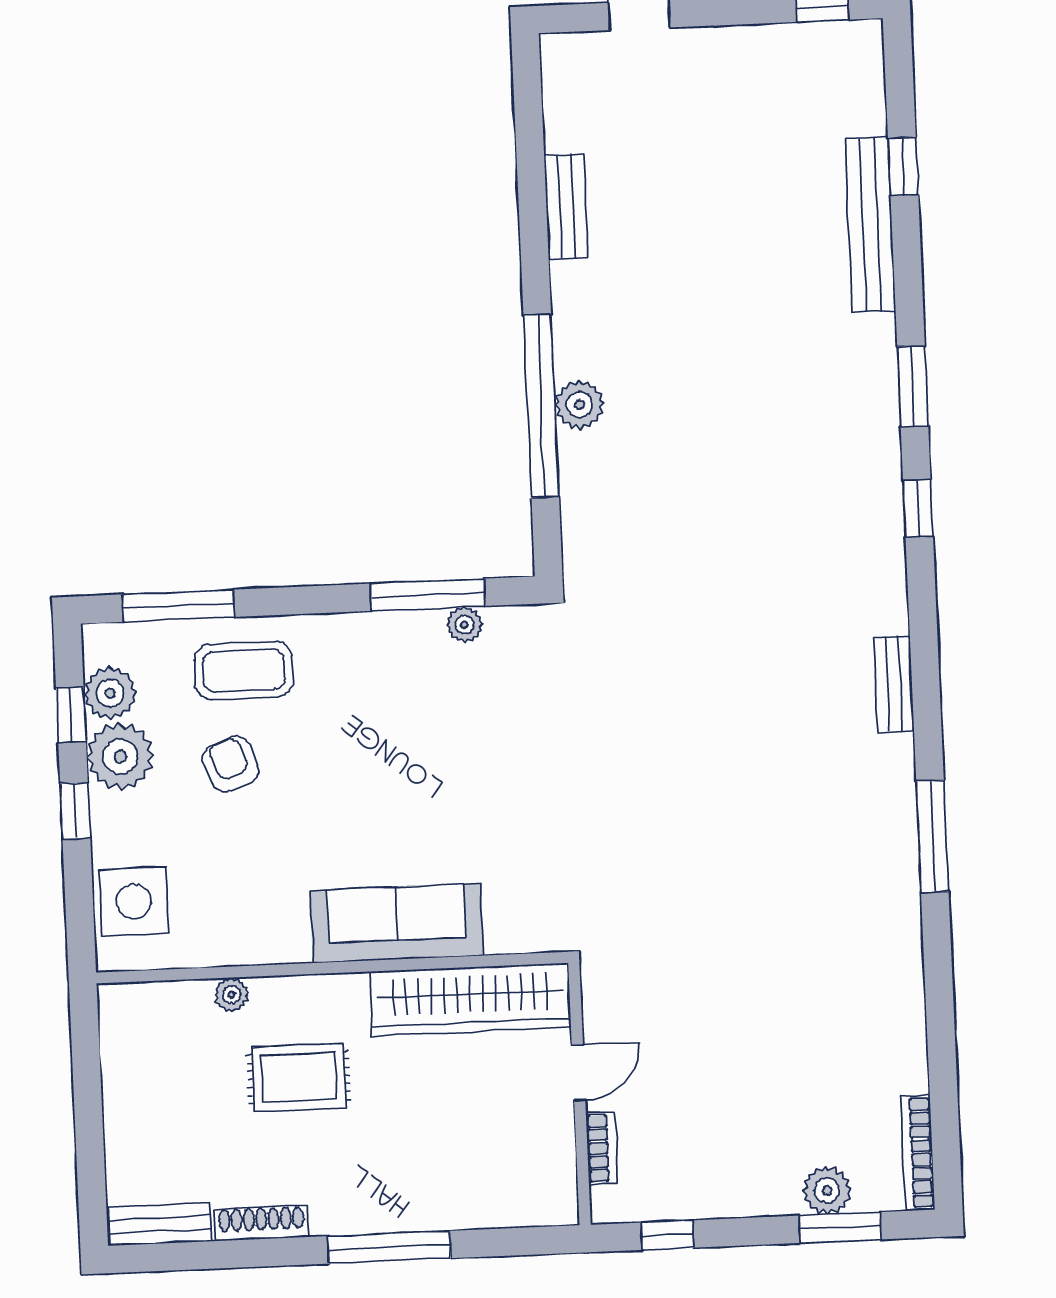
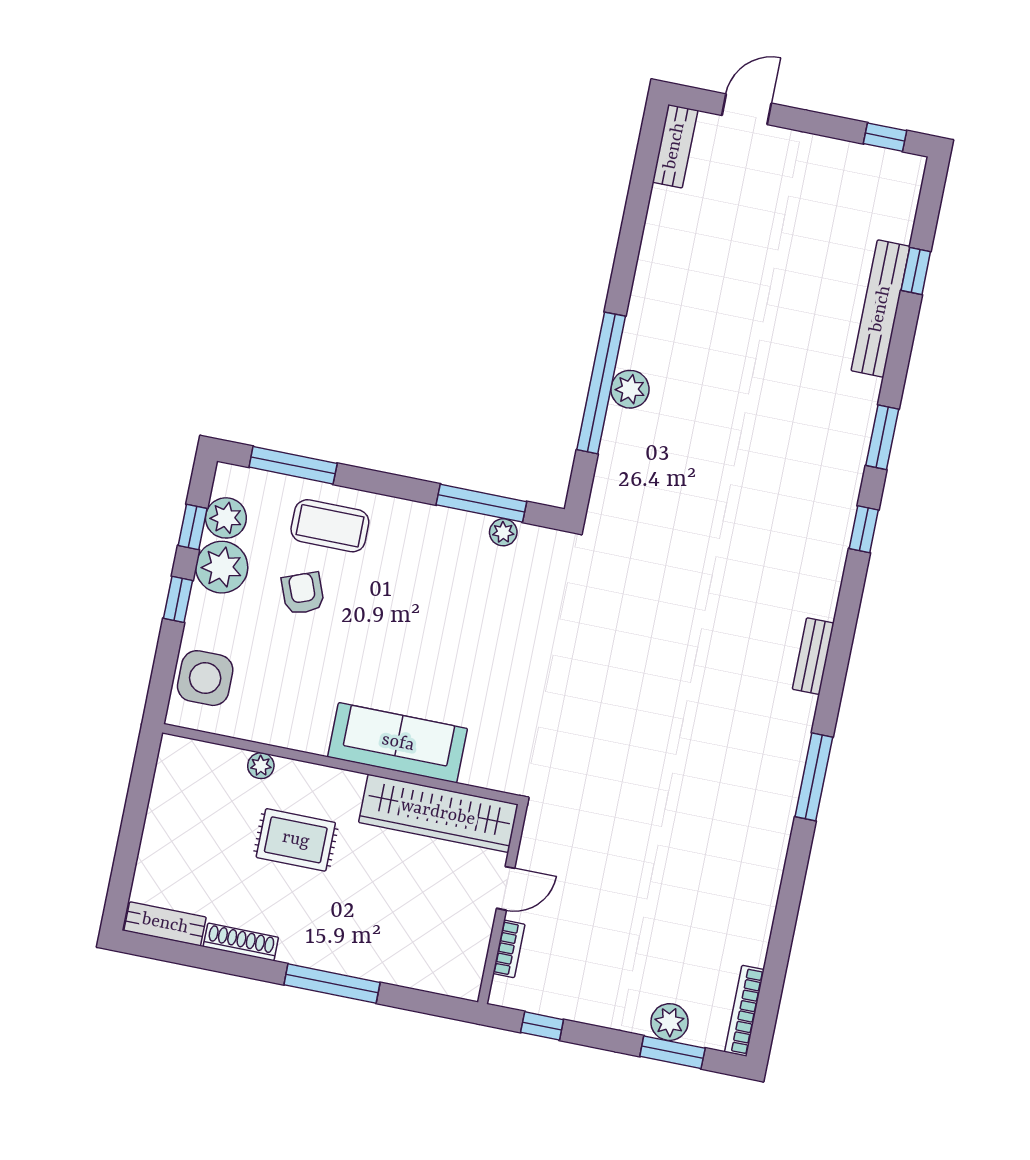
bench: (566, 207) -> (675, 146), moved

